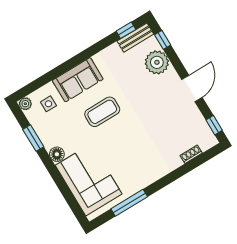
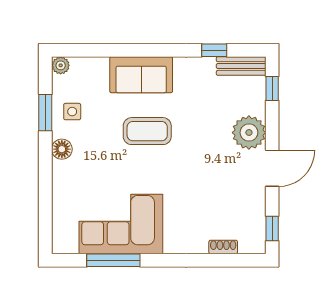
window: (126, 30) -> (214, 50), moved
plant: (157, 62) -> (249, 133), moved
side table: (48, 104) -> (72, 112), moved
corner sofa: (89, 180) -> (121, 224), moved, turned -90

